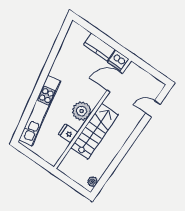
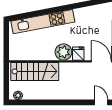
stairs: (95, 131) -> (35, 71), moved
fridge: (68, 133) -> (78, 54), moved

